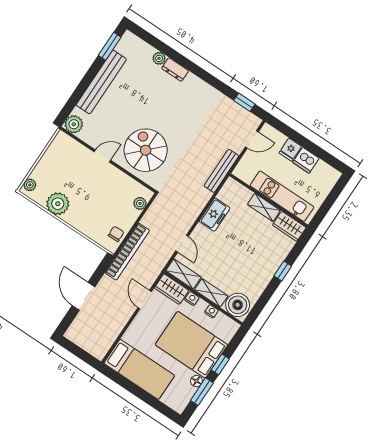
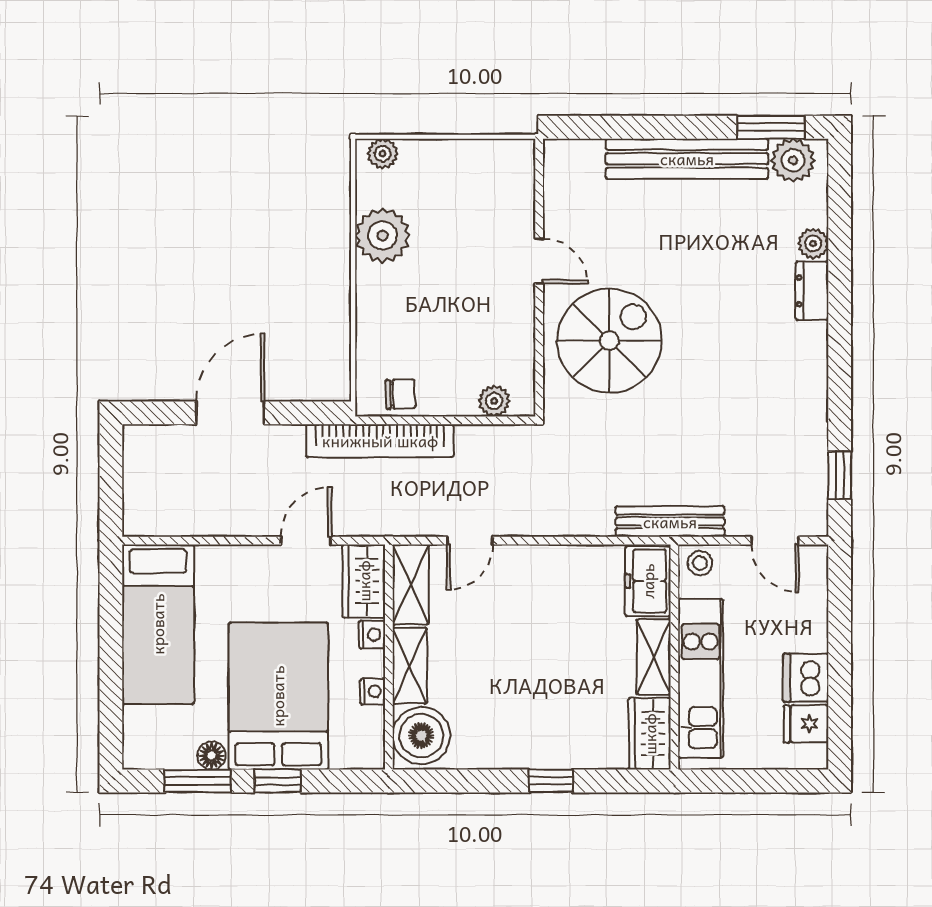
plant: (74, 124) -> (793, 160), moved
fridge: (290, 150) -> (806, 724), moved
stool: (242, 170) -> (700, 563), added
freezer: (215, 215) -> (648, 581), moved, turned 90

